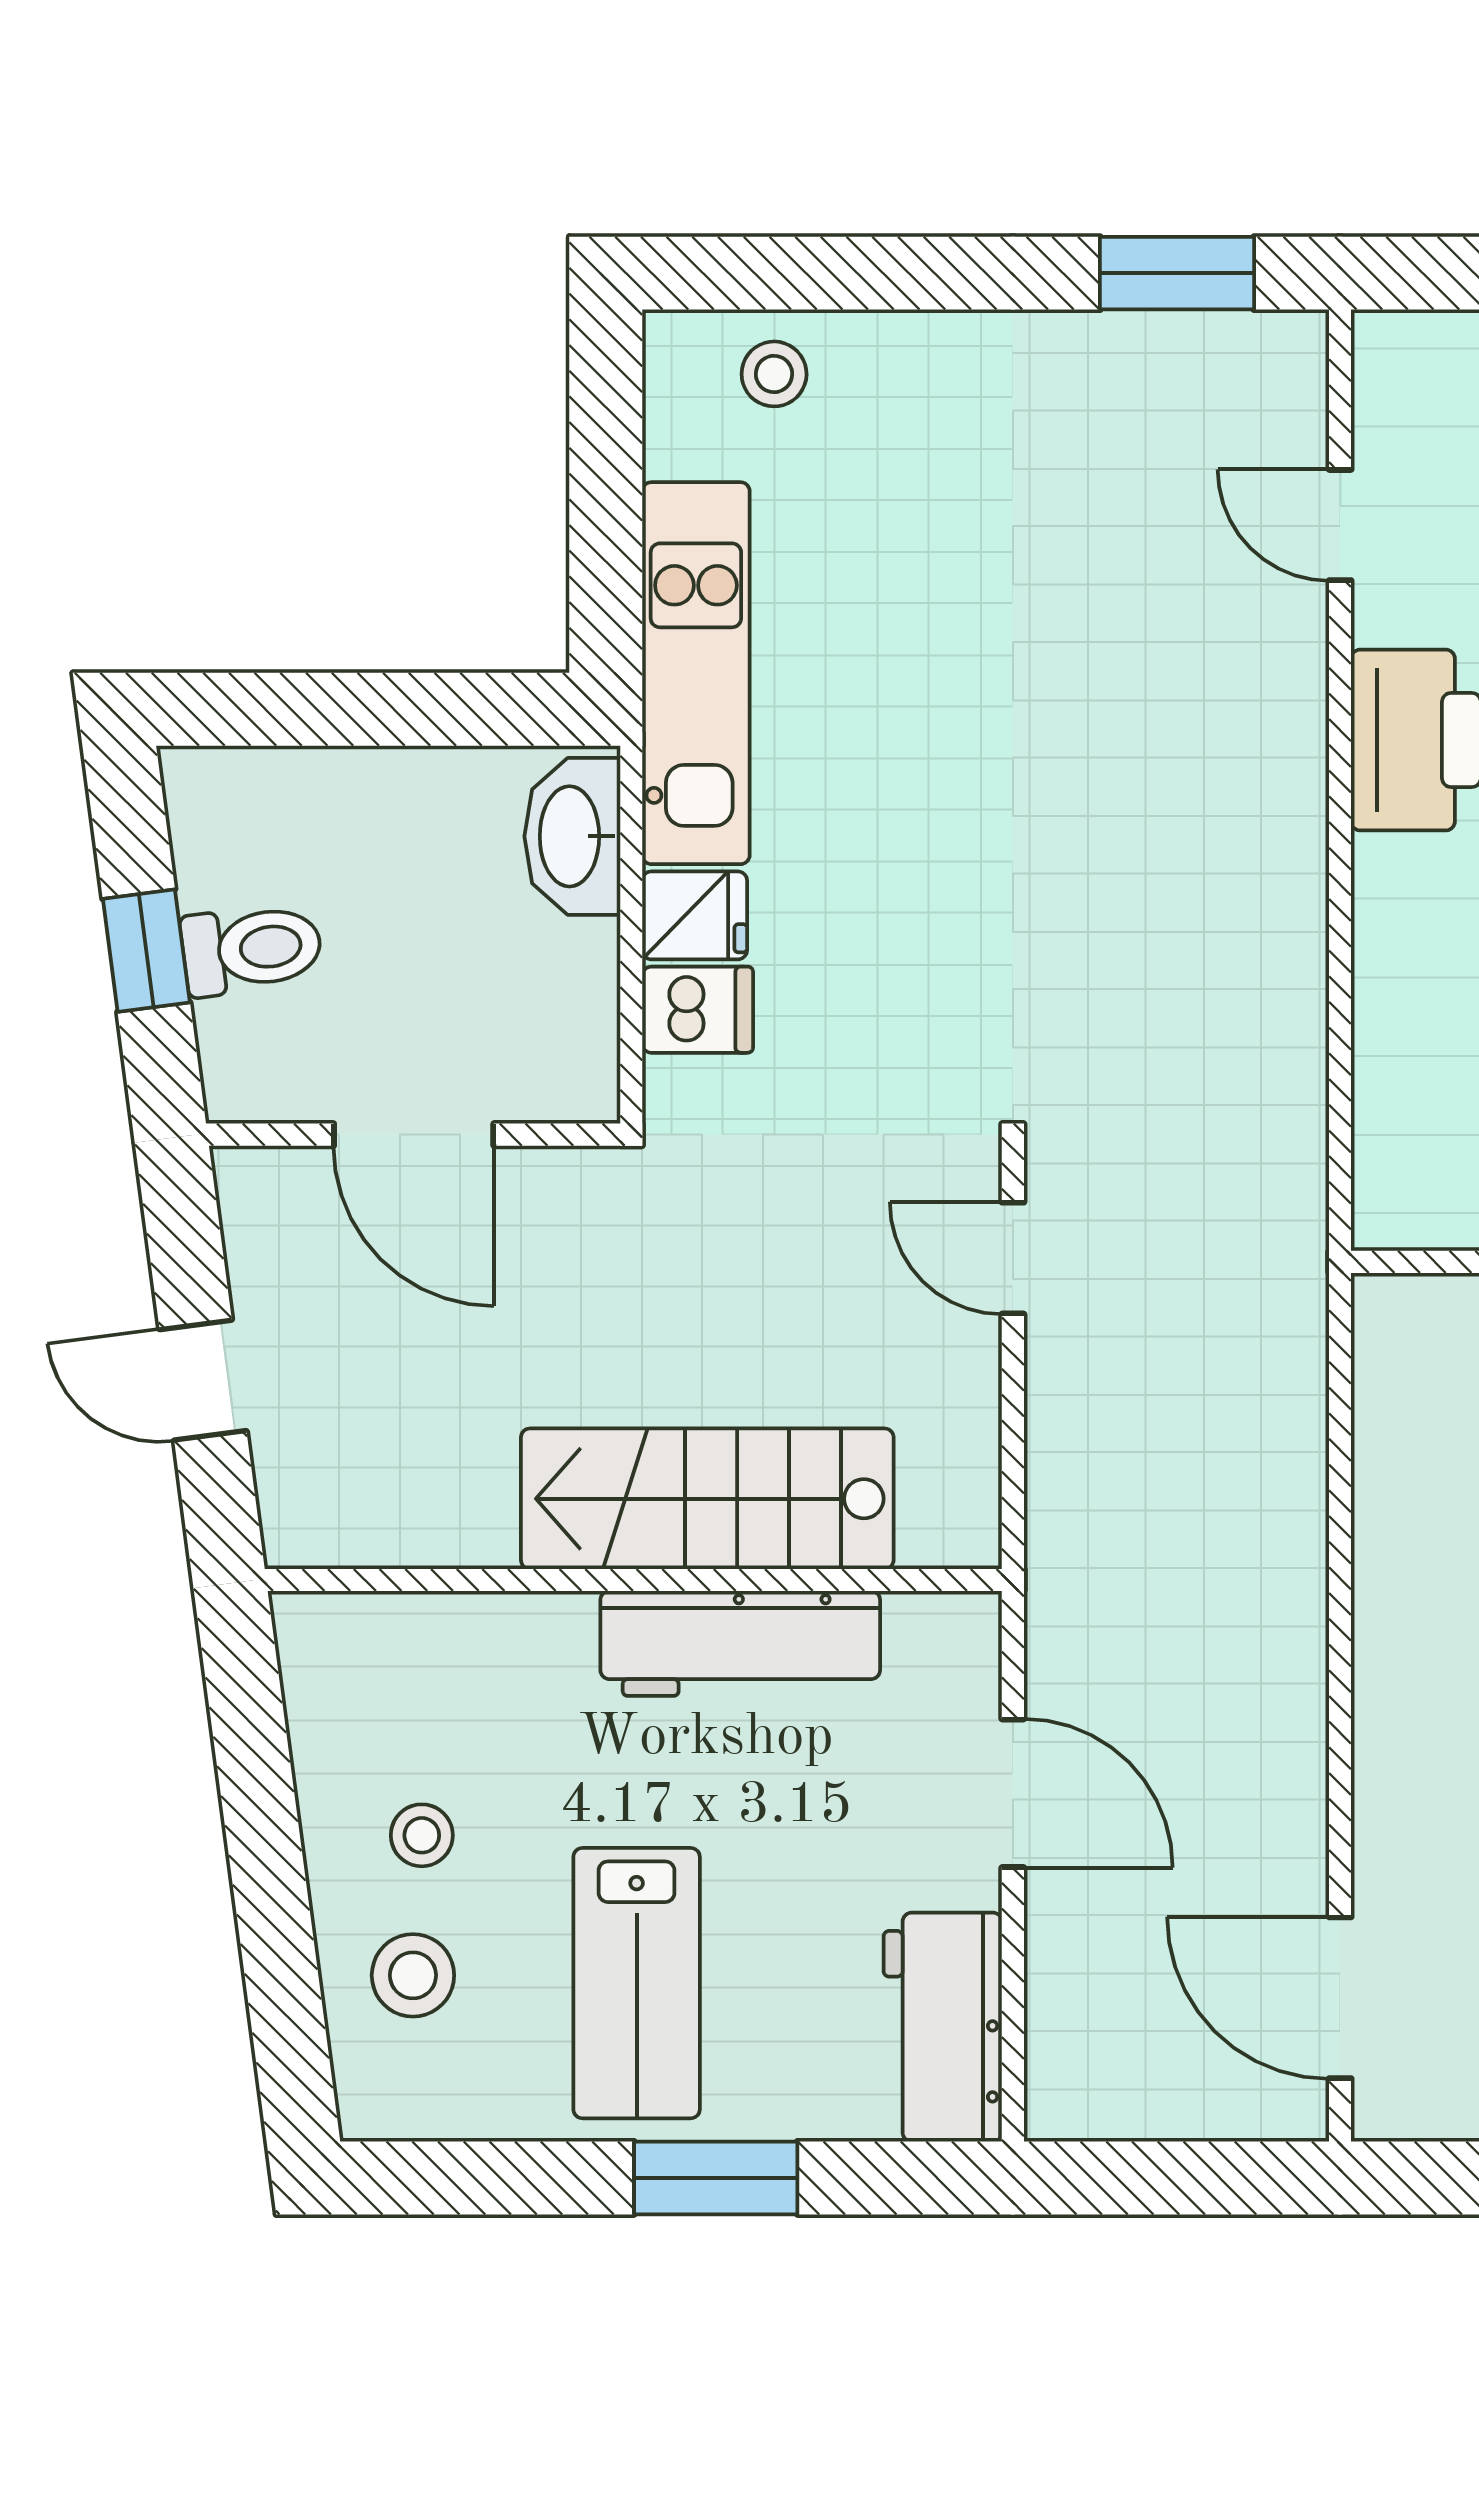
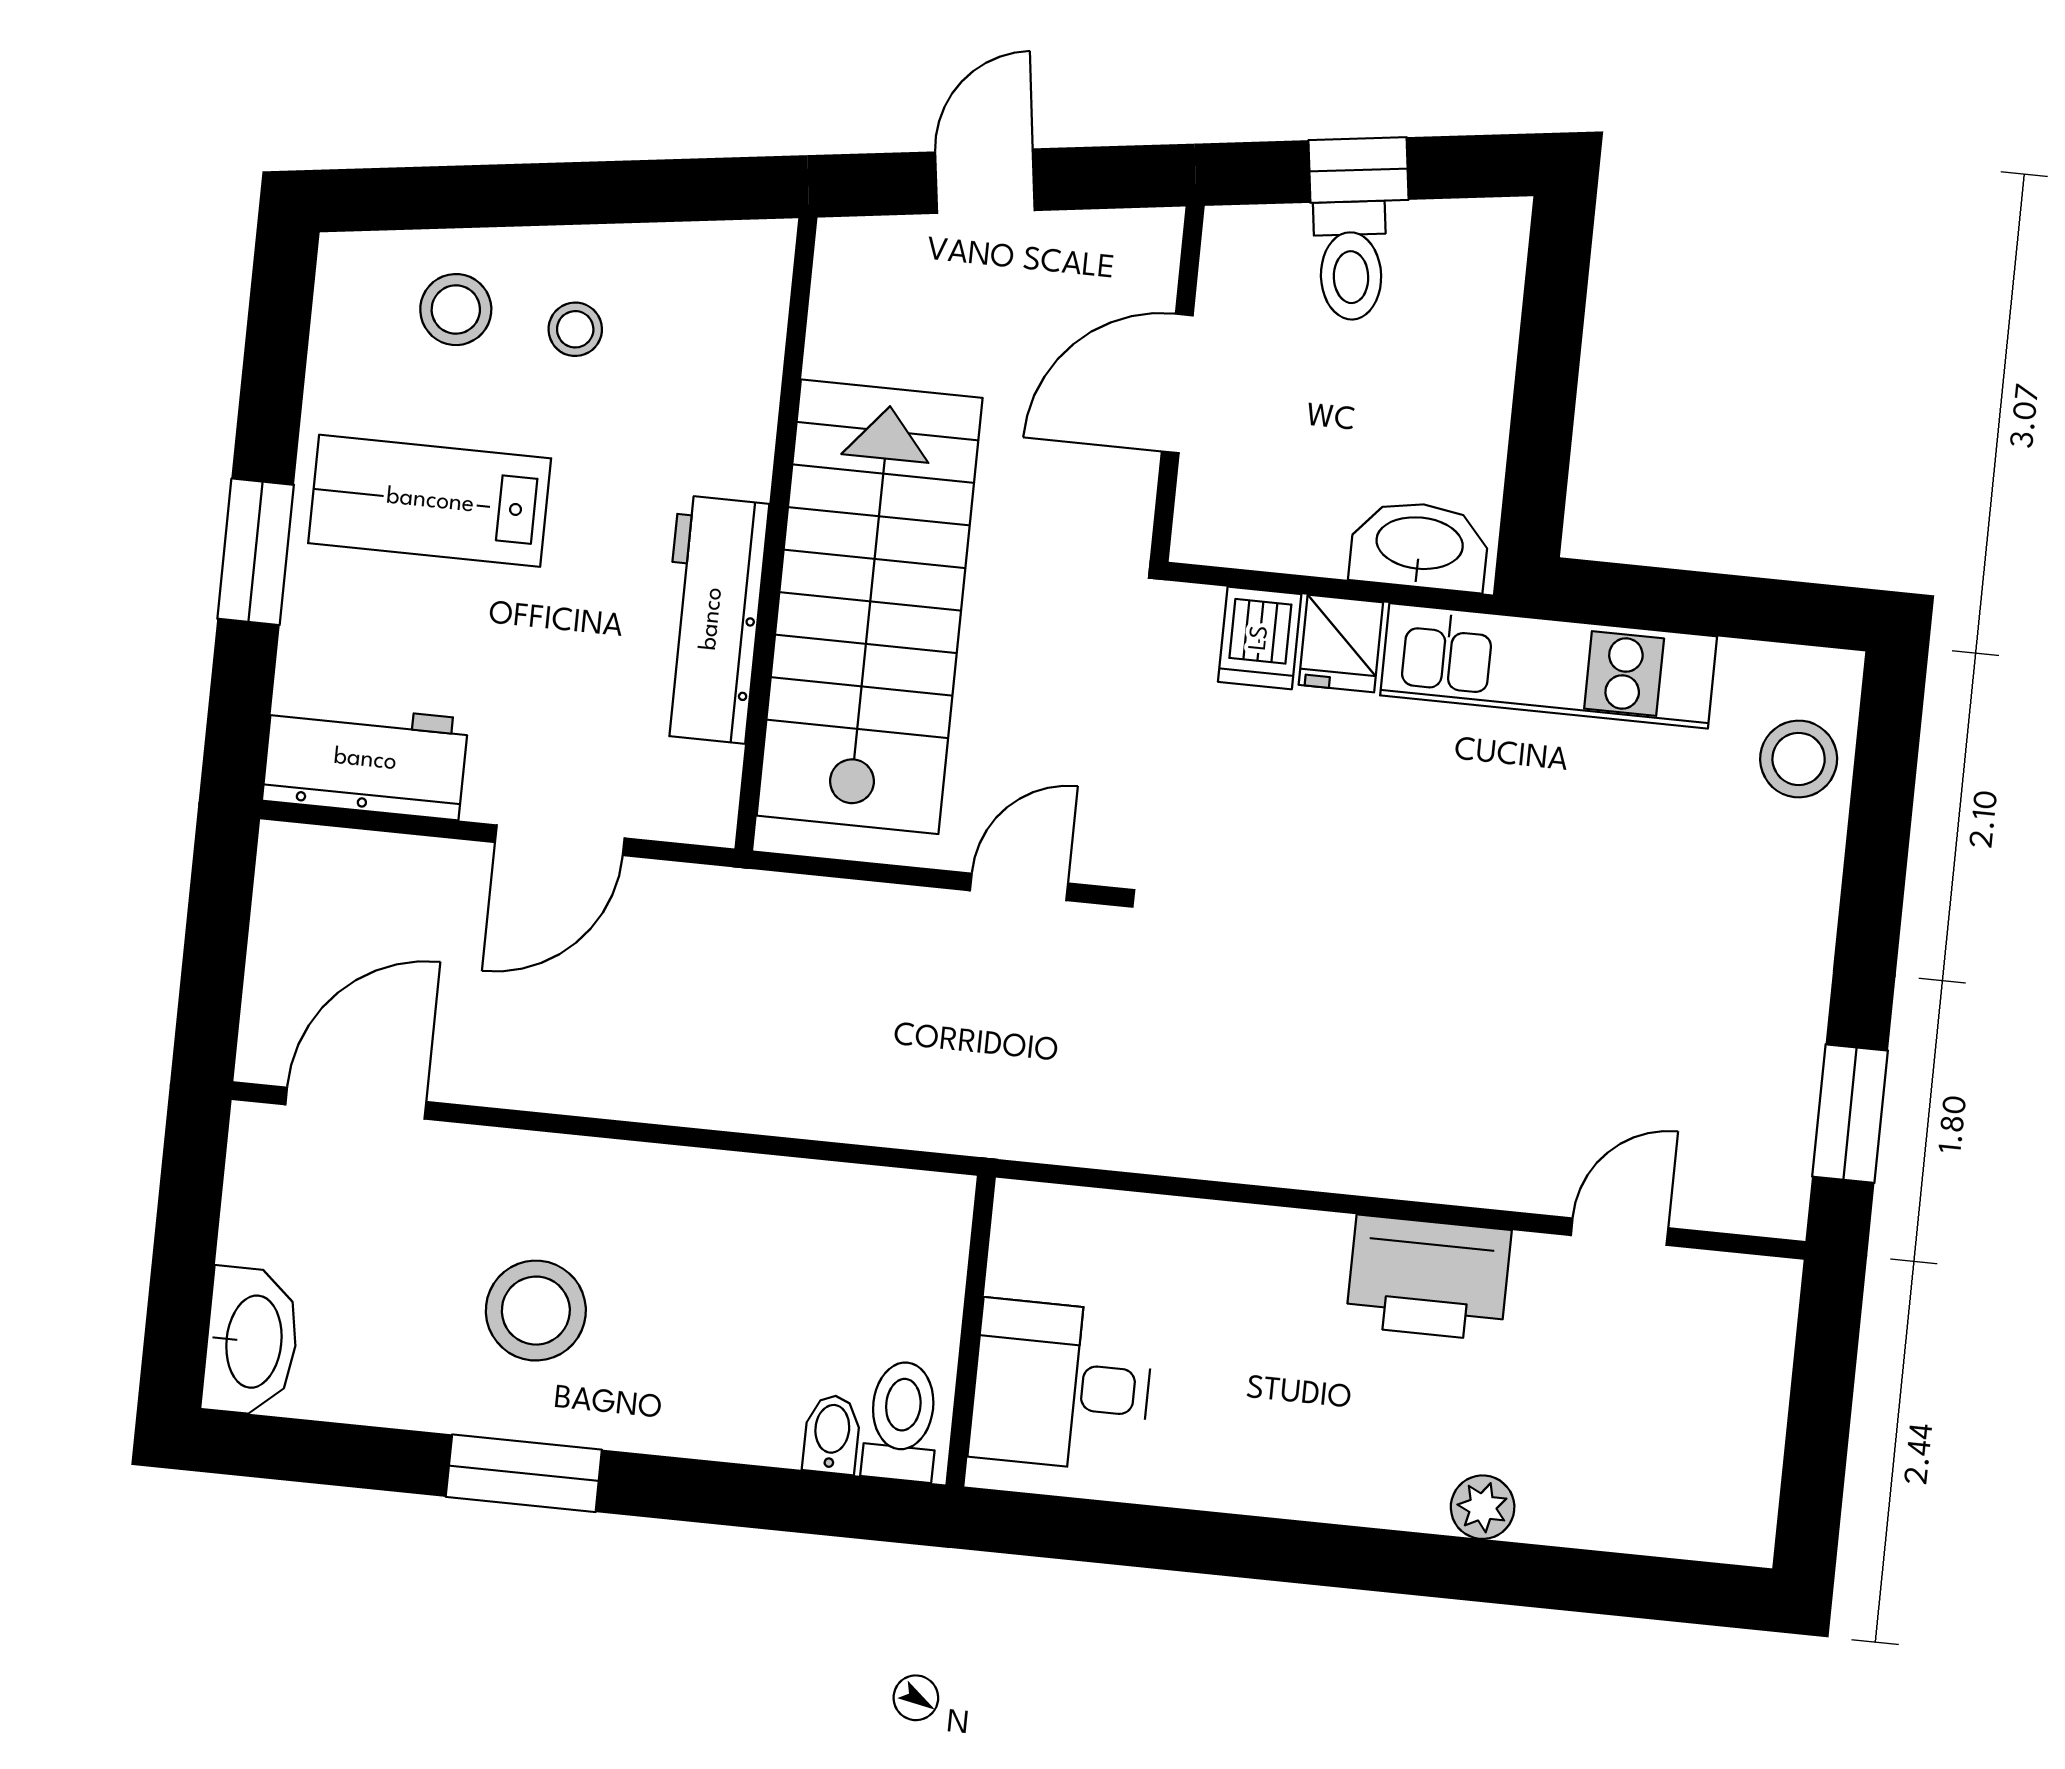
stool: (774, 374) -> (1799, 759), width x1.37, depth x1.37
stairs: (707, 1499) -> (870, 607), width x1.36, depth x1.51

